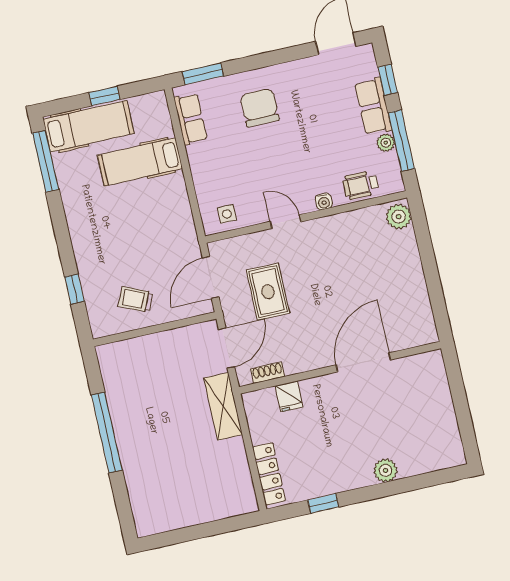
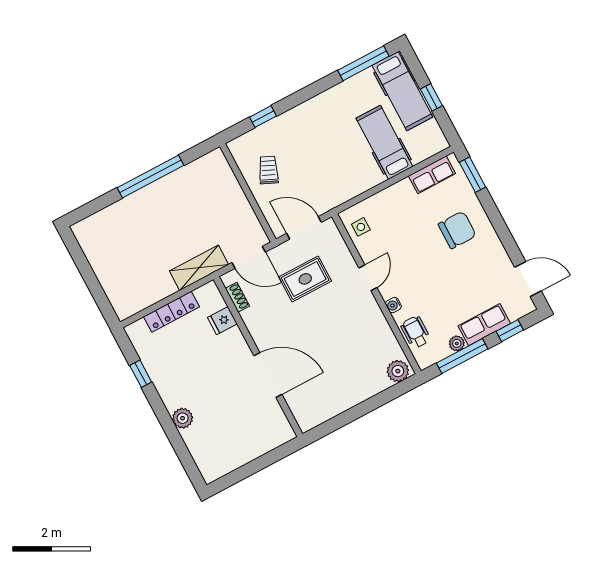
locker: (269, 474) -> (172, 312), moved

